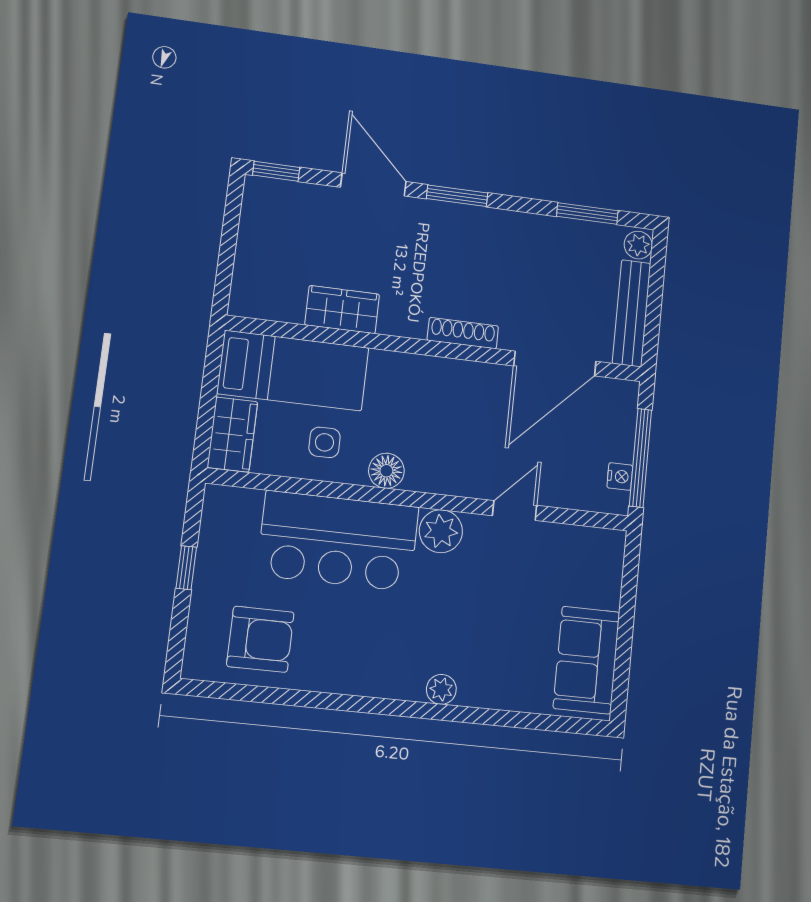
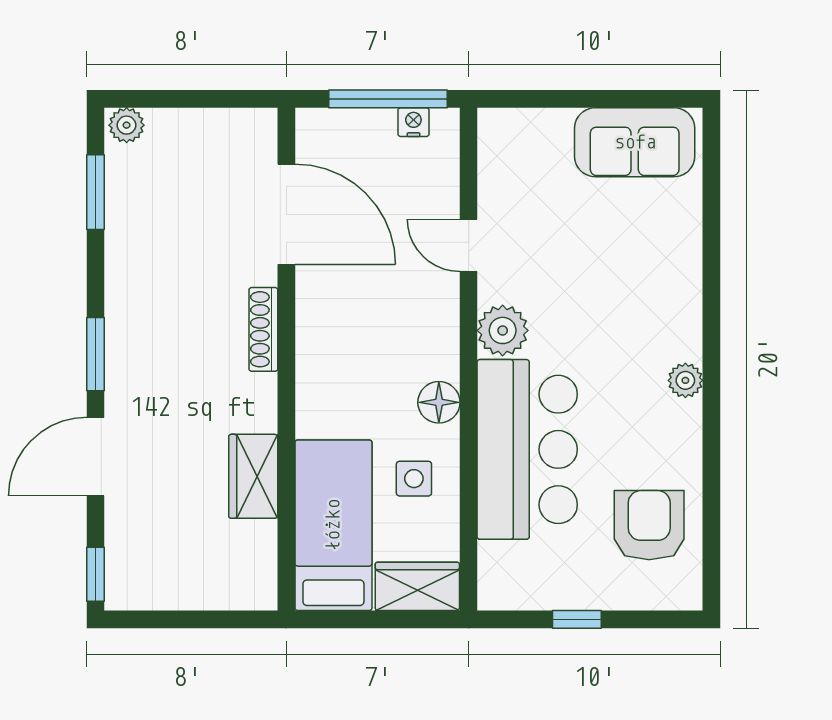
bench: (632, 313) -> (213, 126), removed
plant: (441, 689) -> (685, 380), moved

